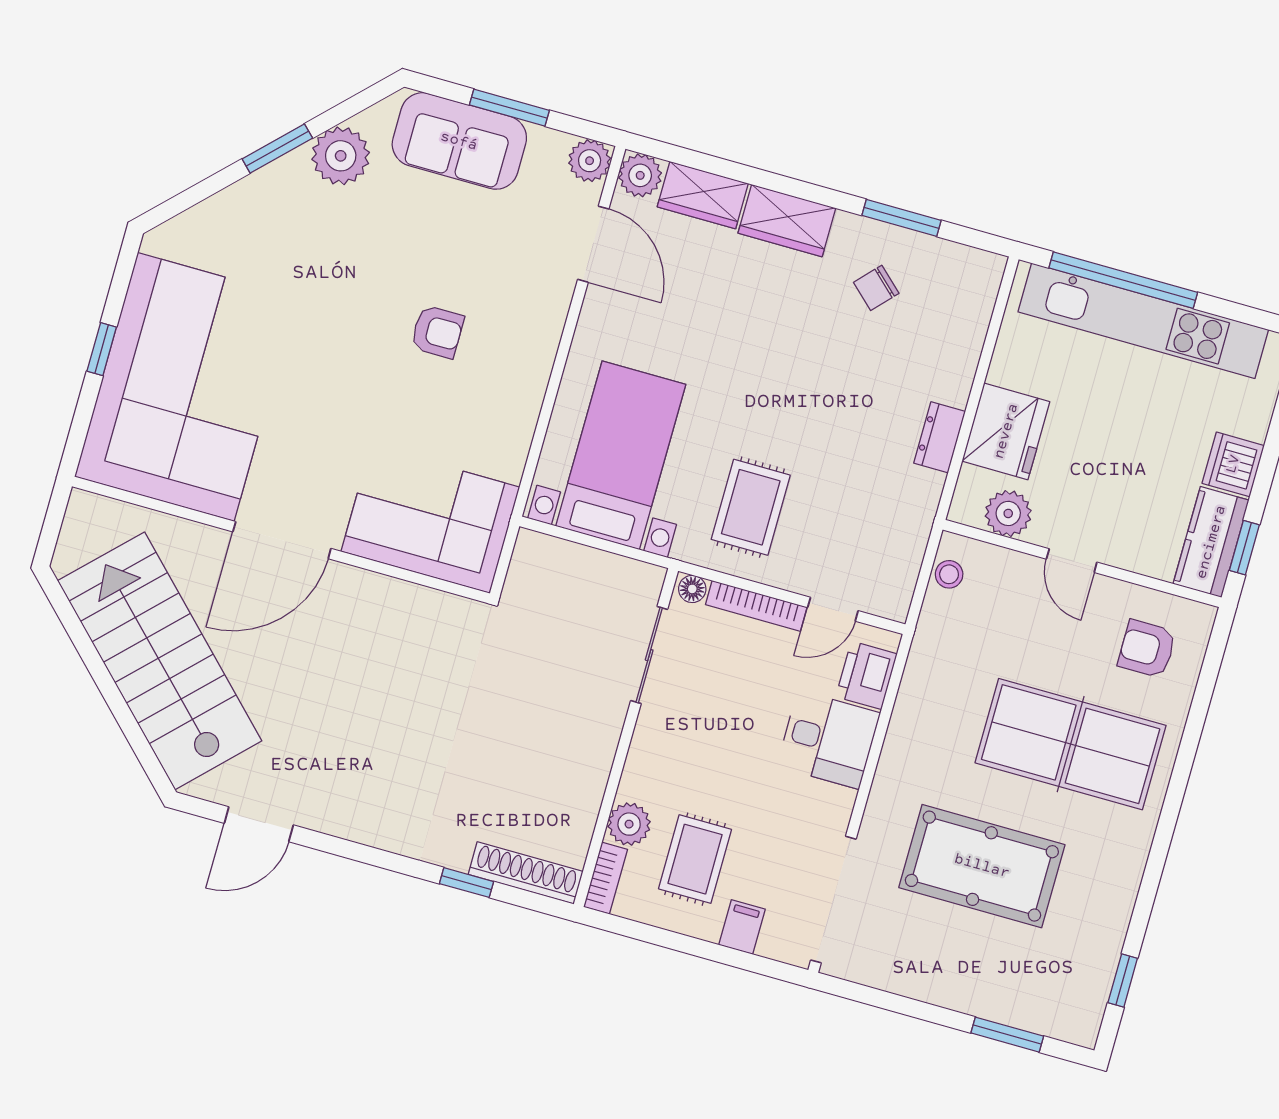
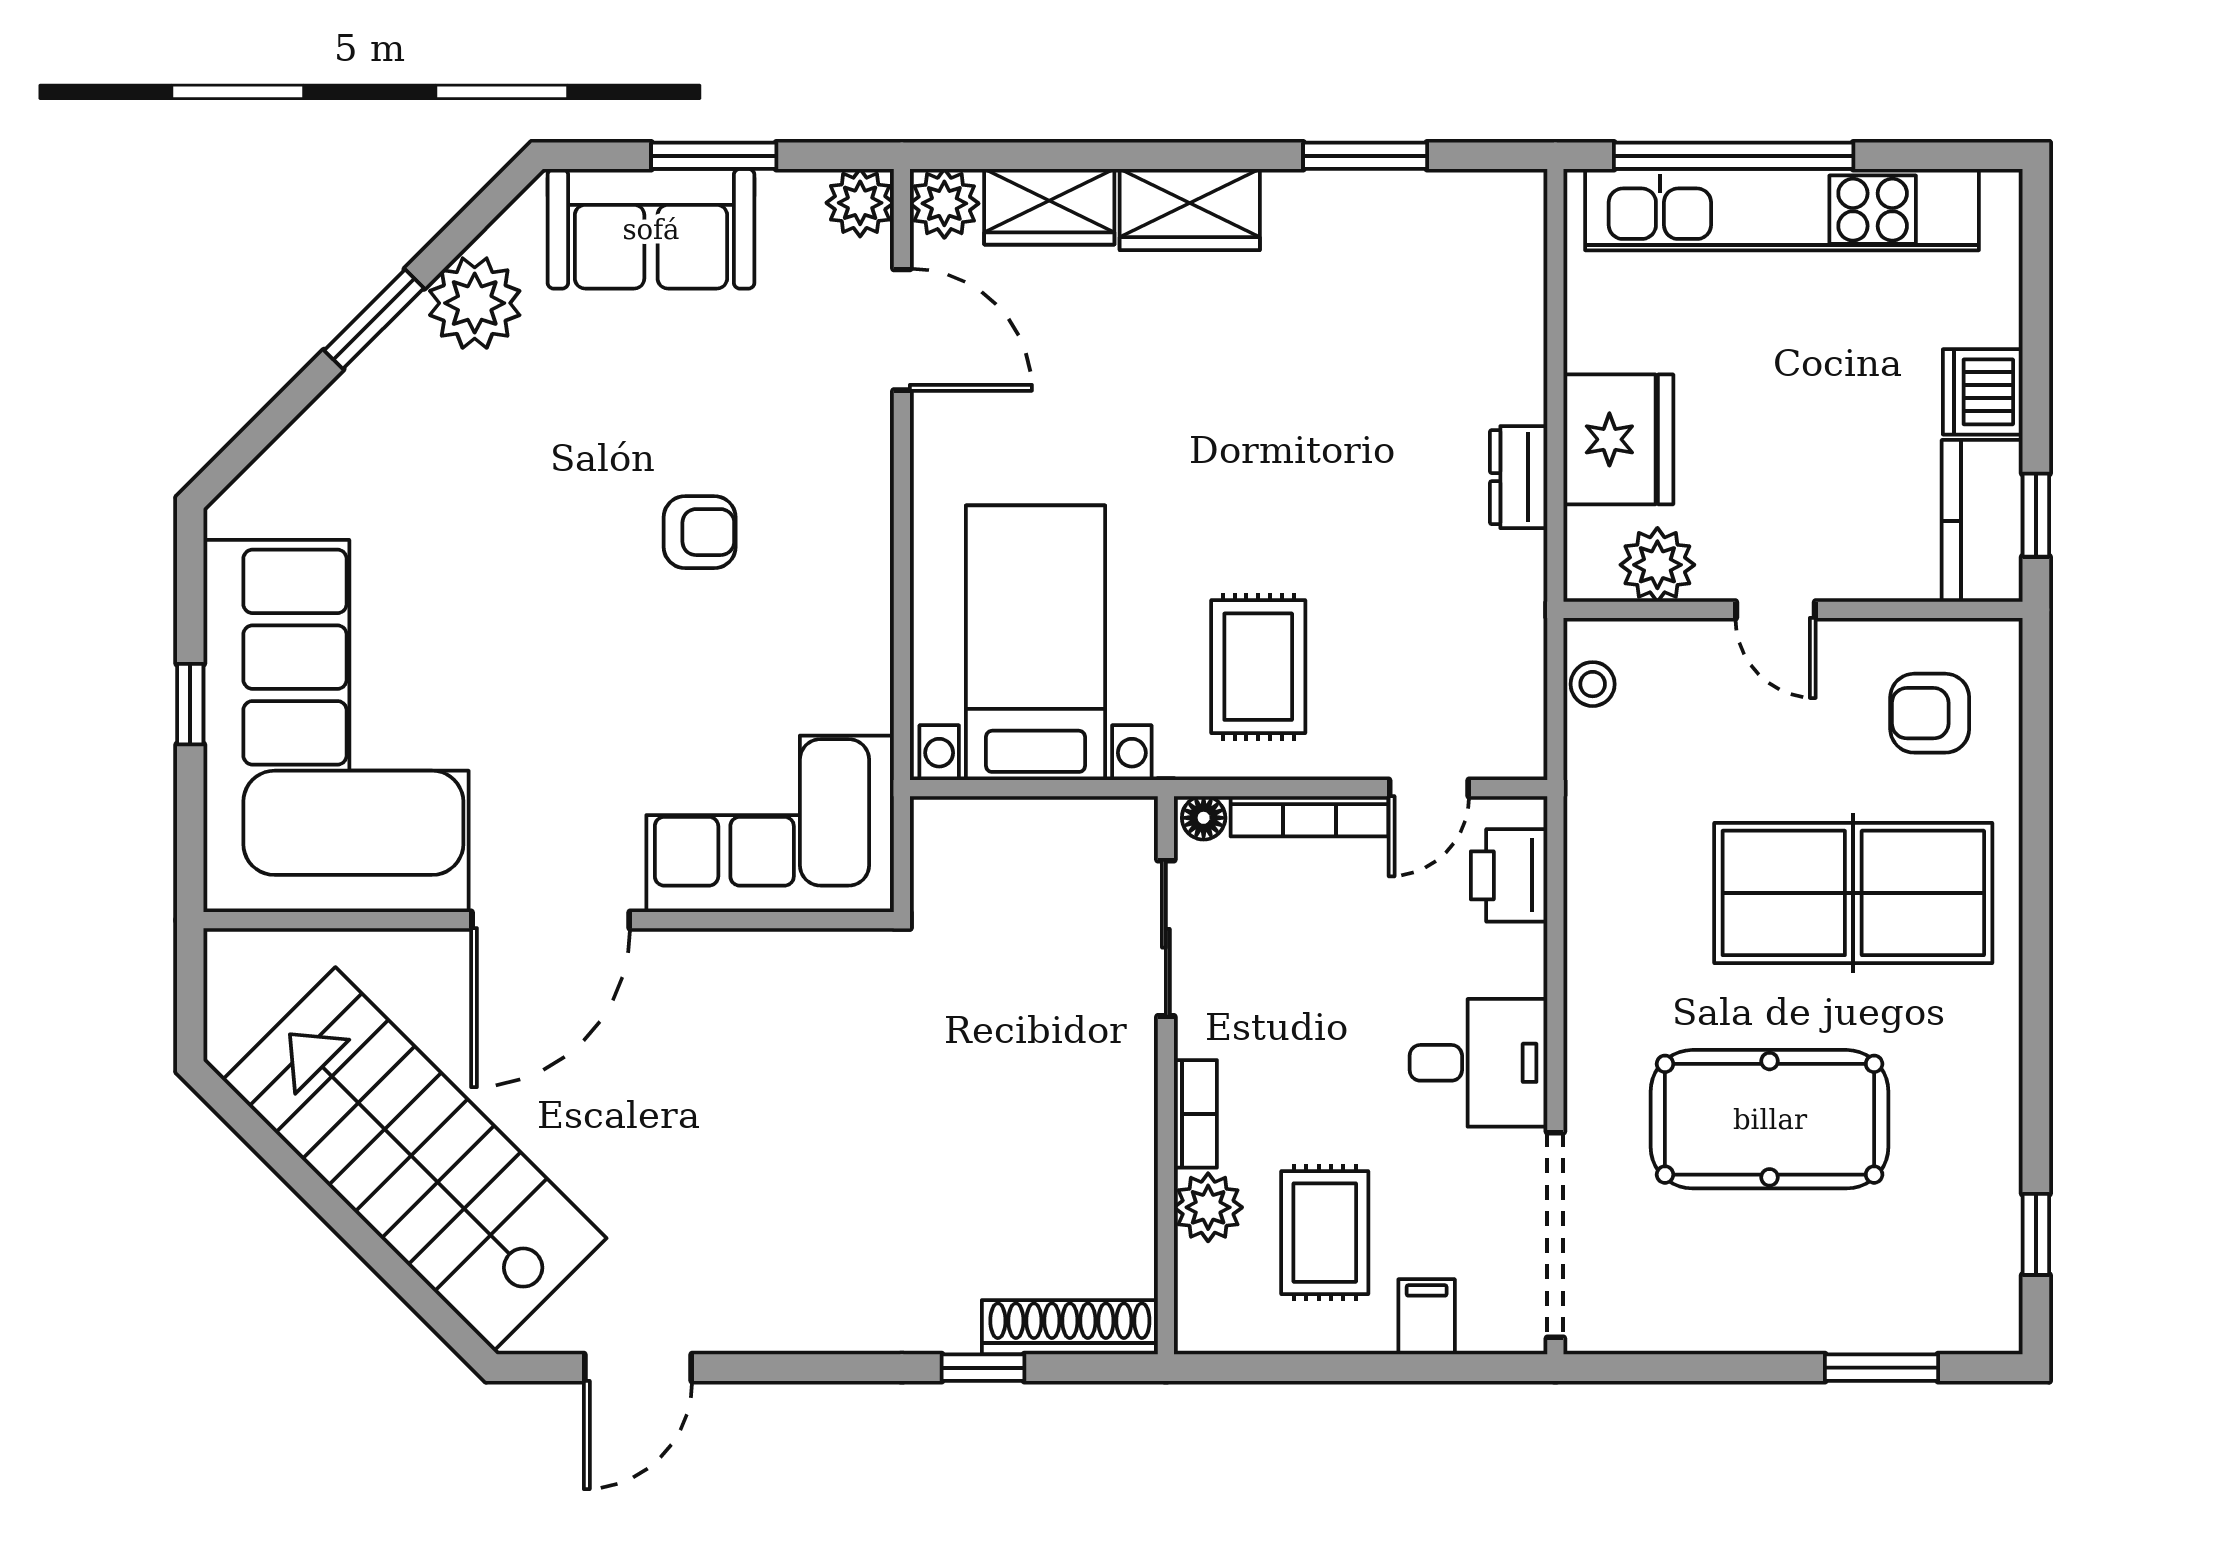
chair: (876, 288) -> (1356, 275), removed
desk: (828, 740) -> (1479, 1063), moved
bookcase: (606, 878) -> (1195, 1114), moved

